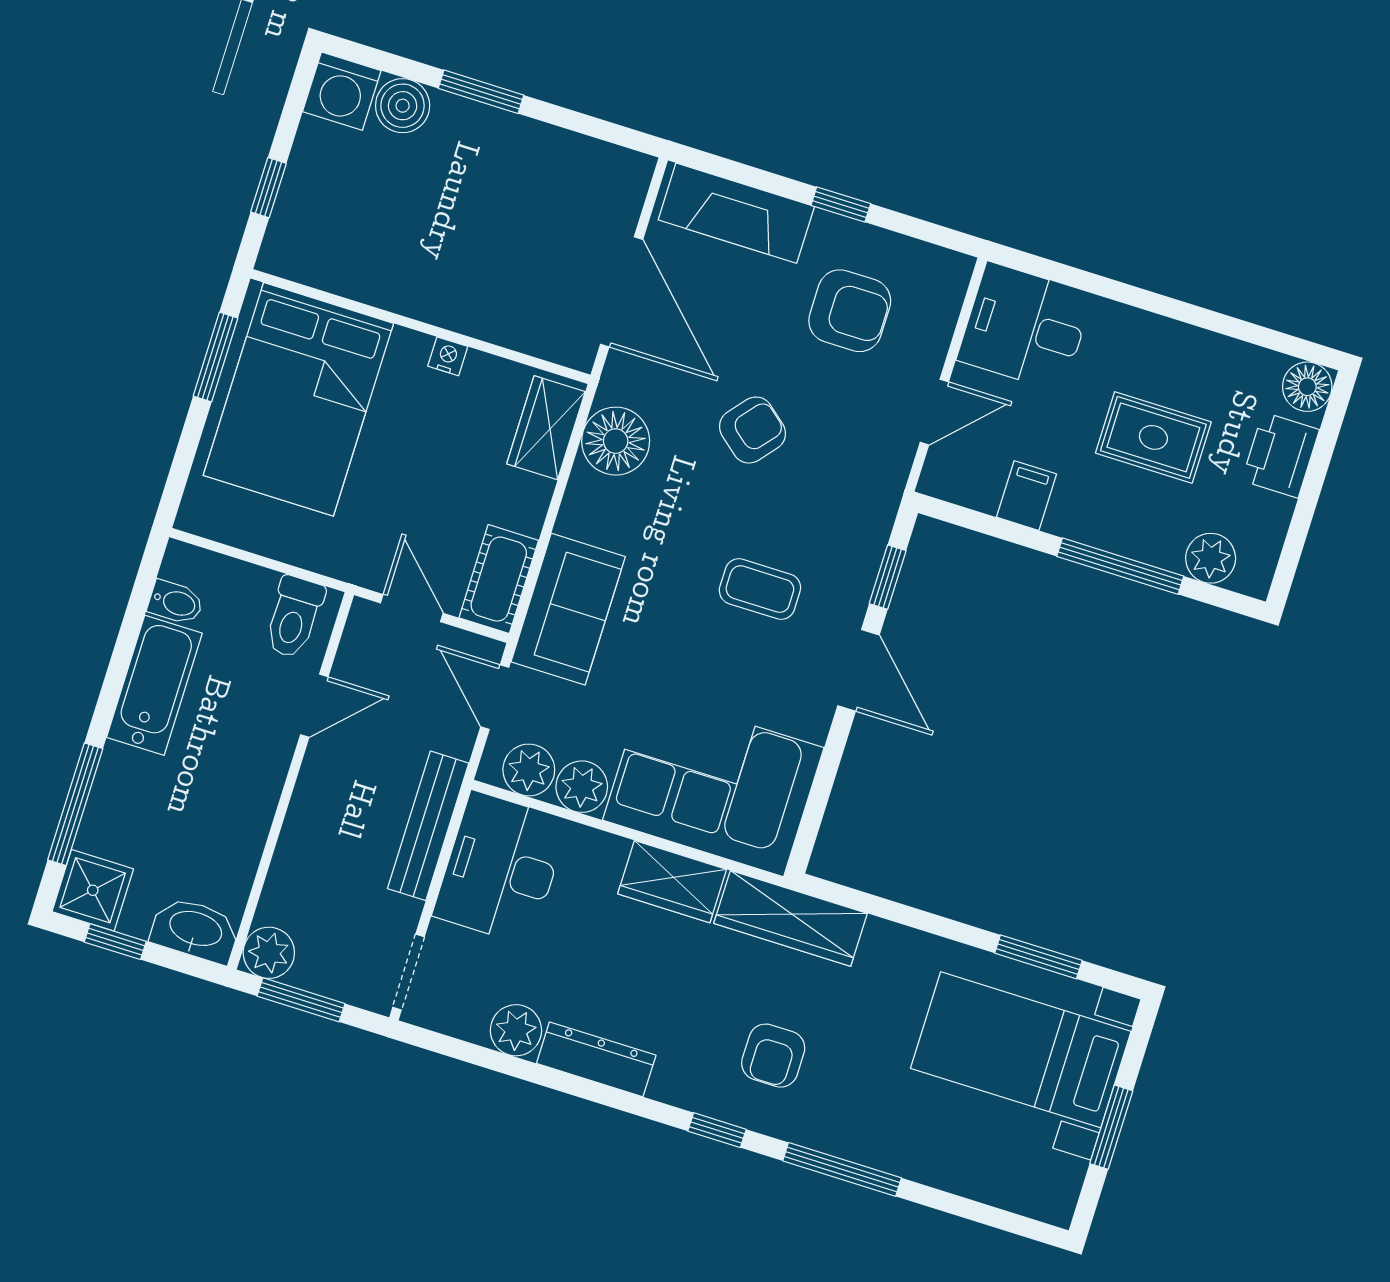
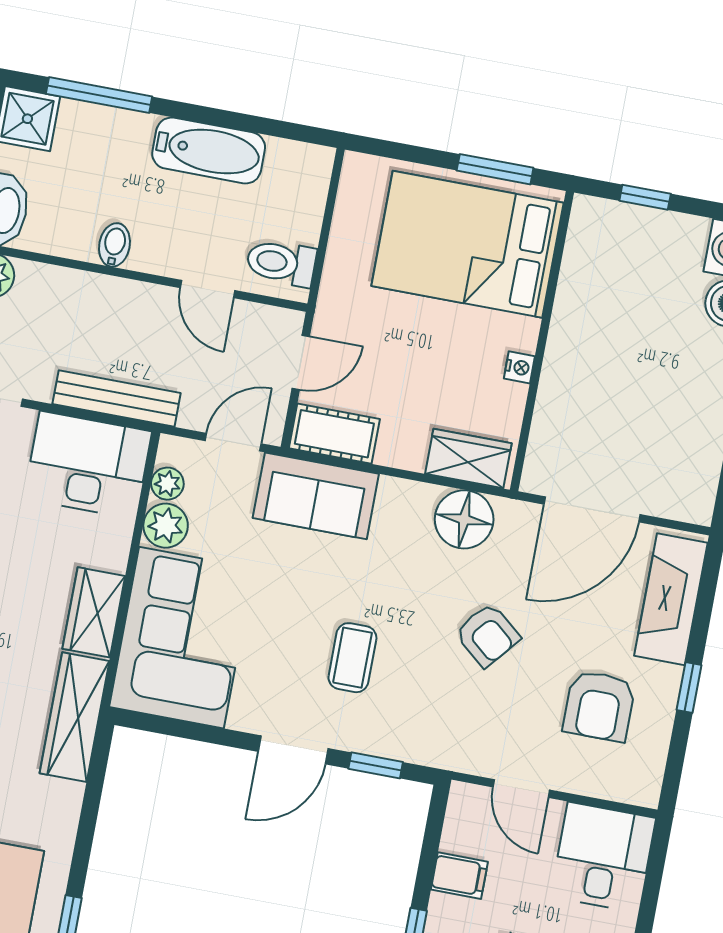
bidet: (176, 602) -> (114, 245), moved, turned 180
plant: (529, 770) -> (167, 484), width x0.73, depth x0.73

